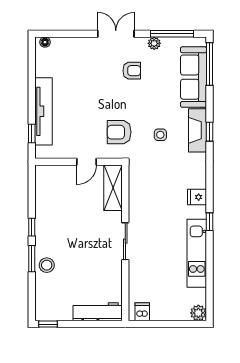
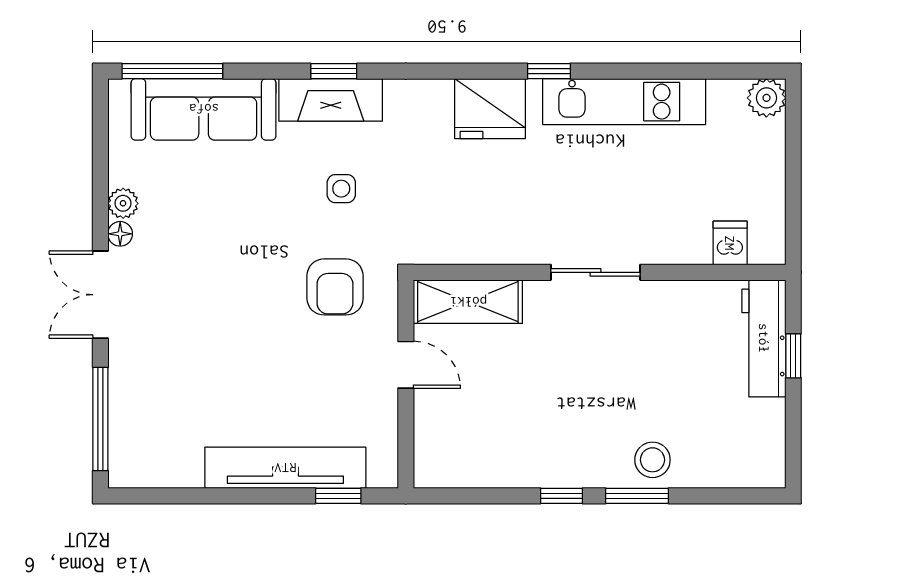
window: (172, 34) -> (100, 419), moved
floor lamp: (45, 42) -> (120, 234), moved
armchair: (132, 71) -> (188, 257), removed
fridge: (197, 197) -> (490, 109), width x1.88, depth x1.34
dishwasher: (142, 312) -> (730, 243), moved, turned 90
window: (48, 324) -> (793, 356), moved

